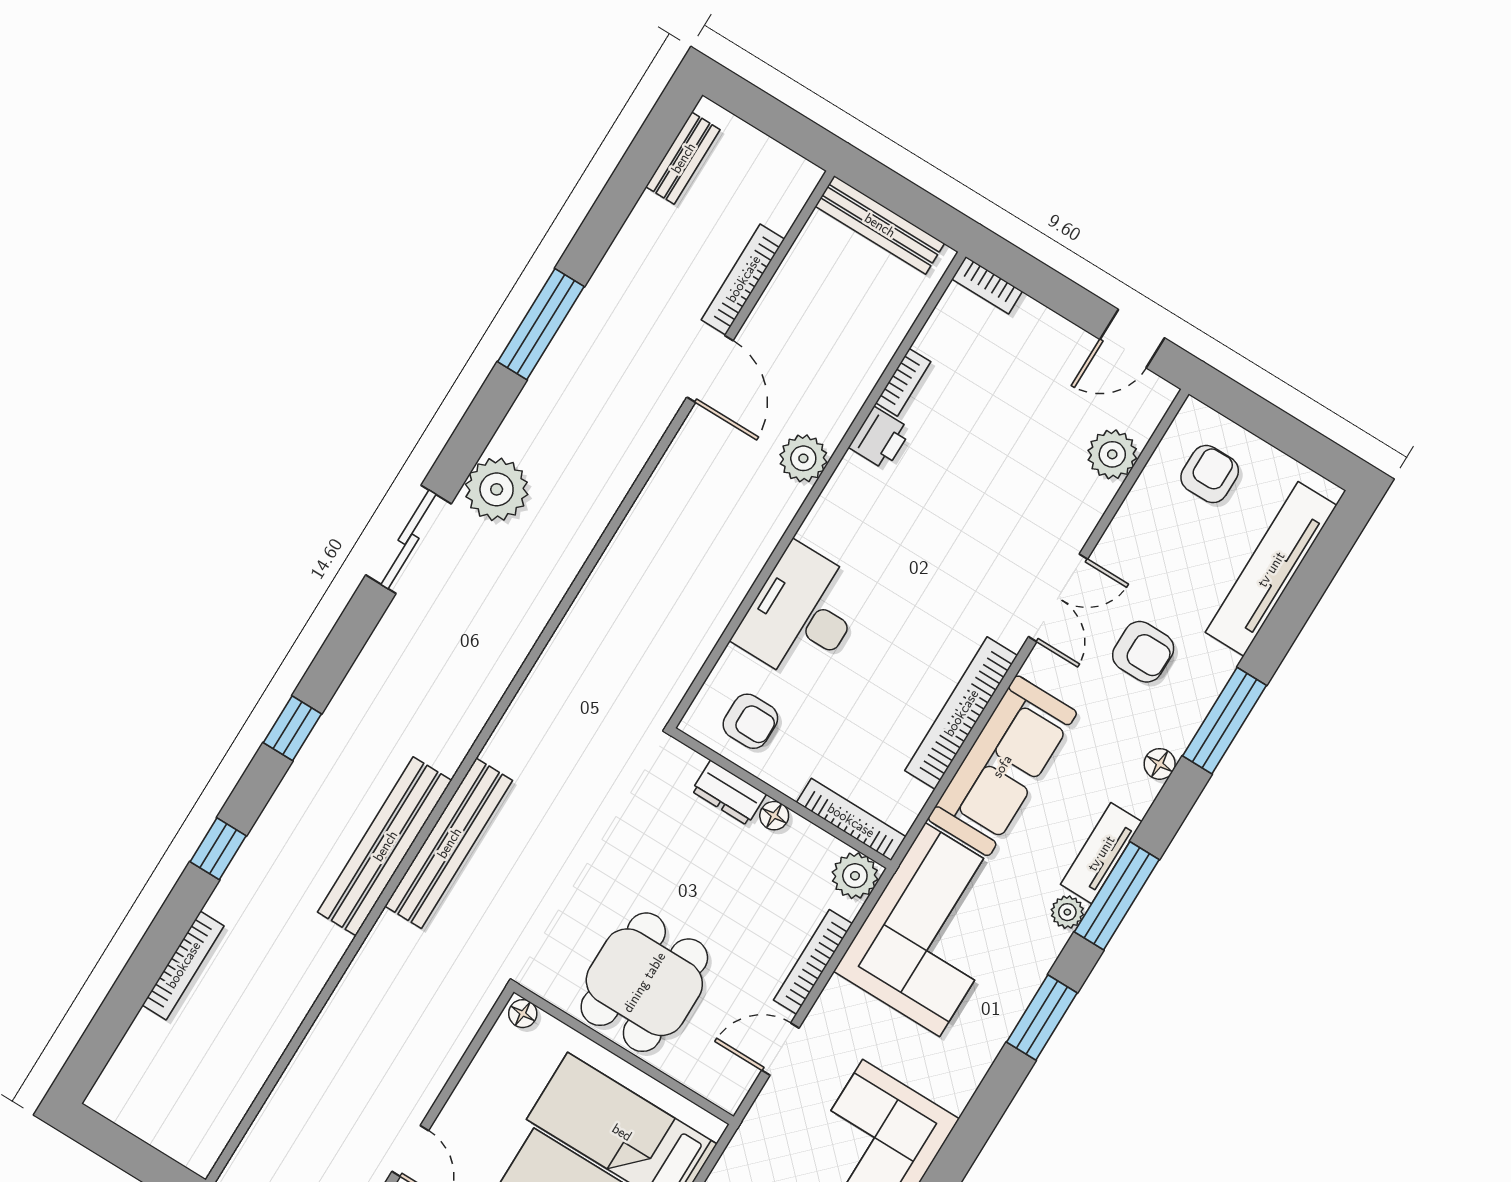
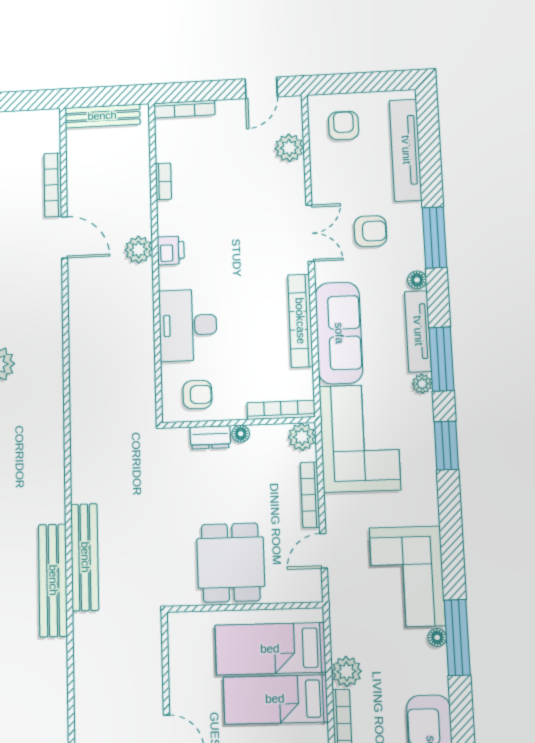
bookcase: (987, 285) -> (184, 109), width x1.56
printer: (880, 438) -> (171, 250), moved
tv unit: (1101, 853) -> (418, 331), width x1.41
floor lamp: (523, 1014) -> (179, 620), removed

